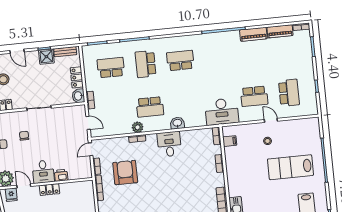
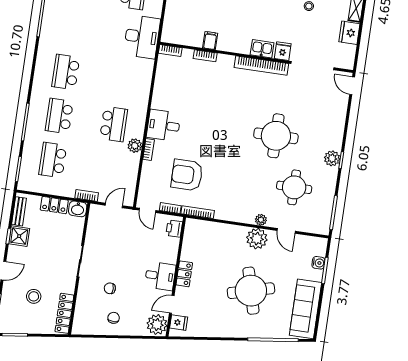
school desk: (146, 64) -> (59, 116), turned 90
washbasin: (177, 123) -> (142, 95), removed
filing cabinet: (230, 141) -> (210, 41), moved
desk: (169, 144) -> (164, 125), moved
printer: (61, 175) -> (174, 229), moved

